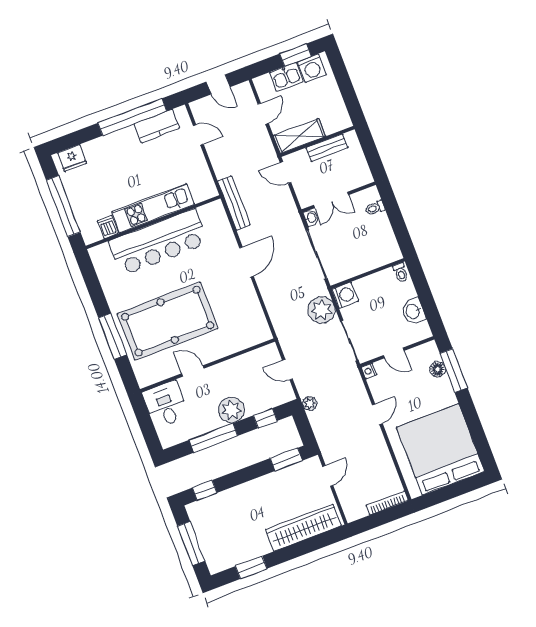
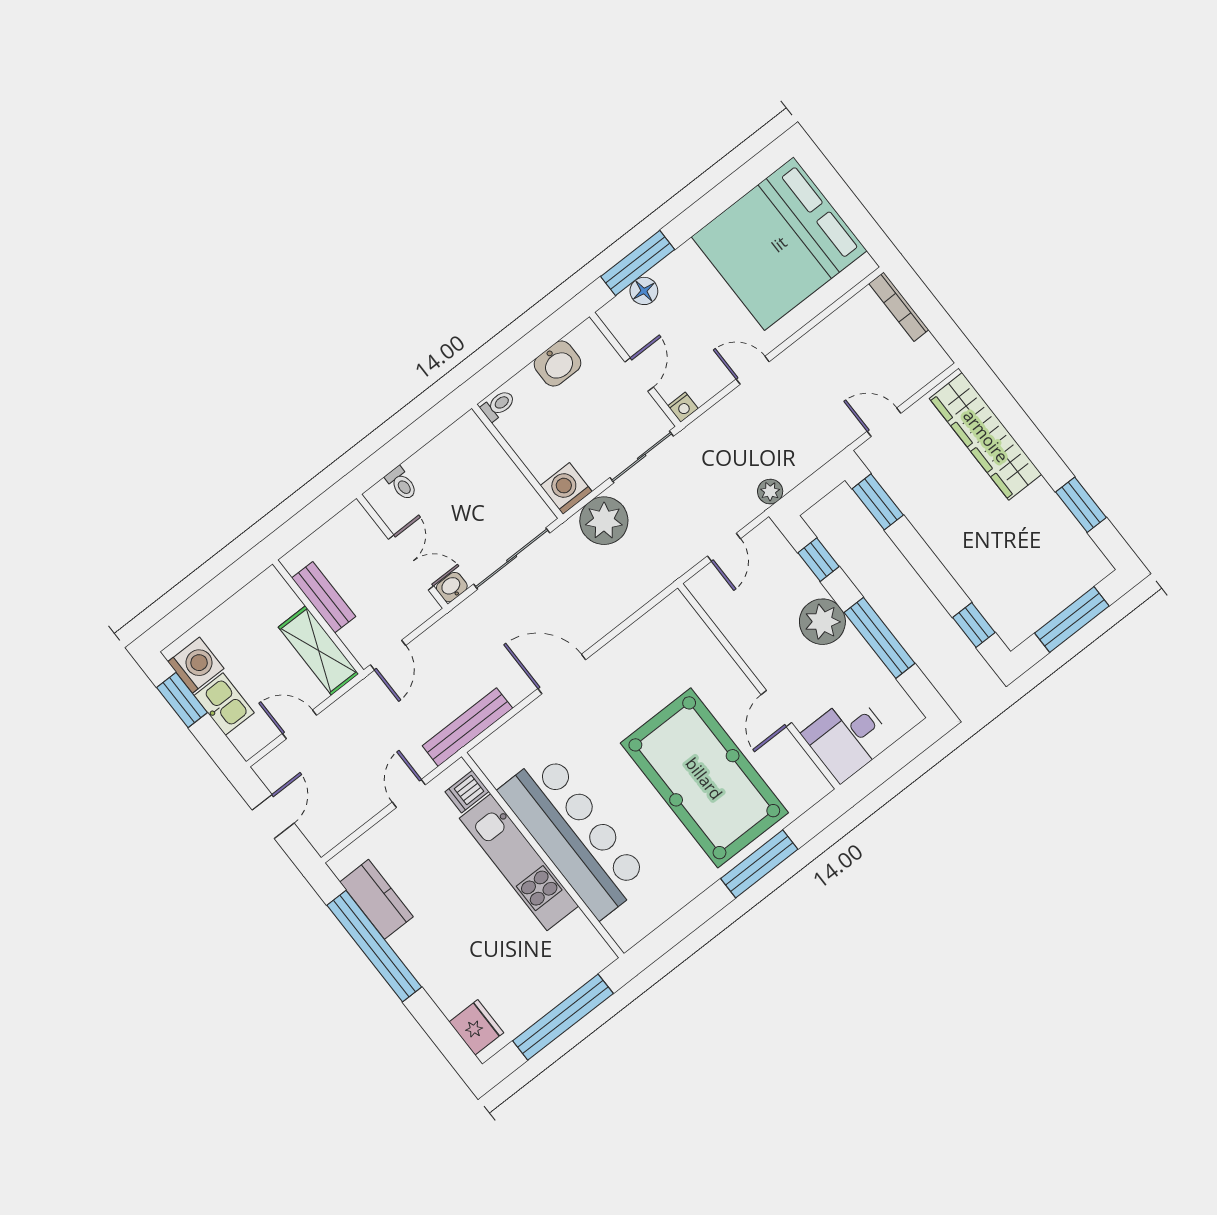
door: (198, 135) -> (409, 793), moved
dishwasher: (108, 227) -> (467, 792), moved

